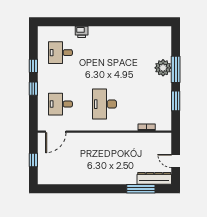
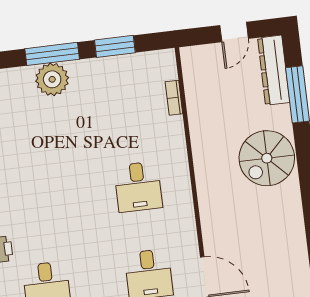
desk: (105, 104) -> (138, 187), width x0.73
spiral stairs: (111, 170) -> (267, 158), added

